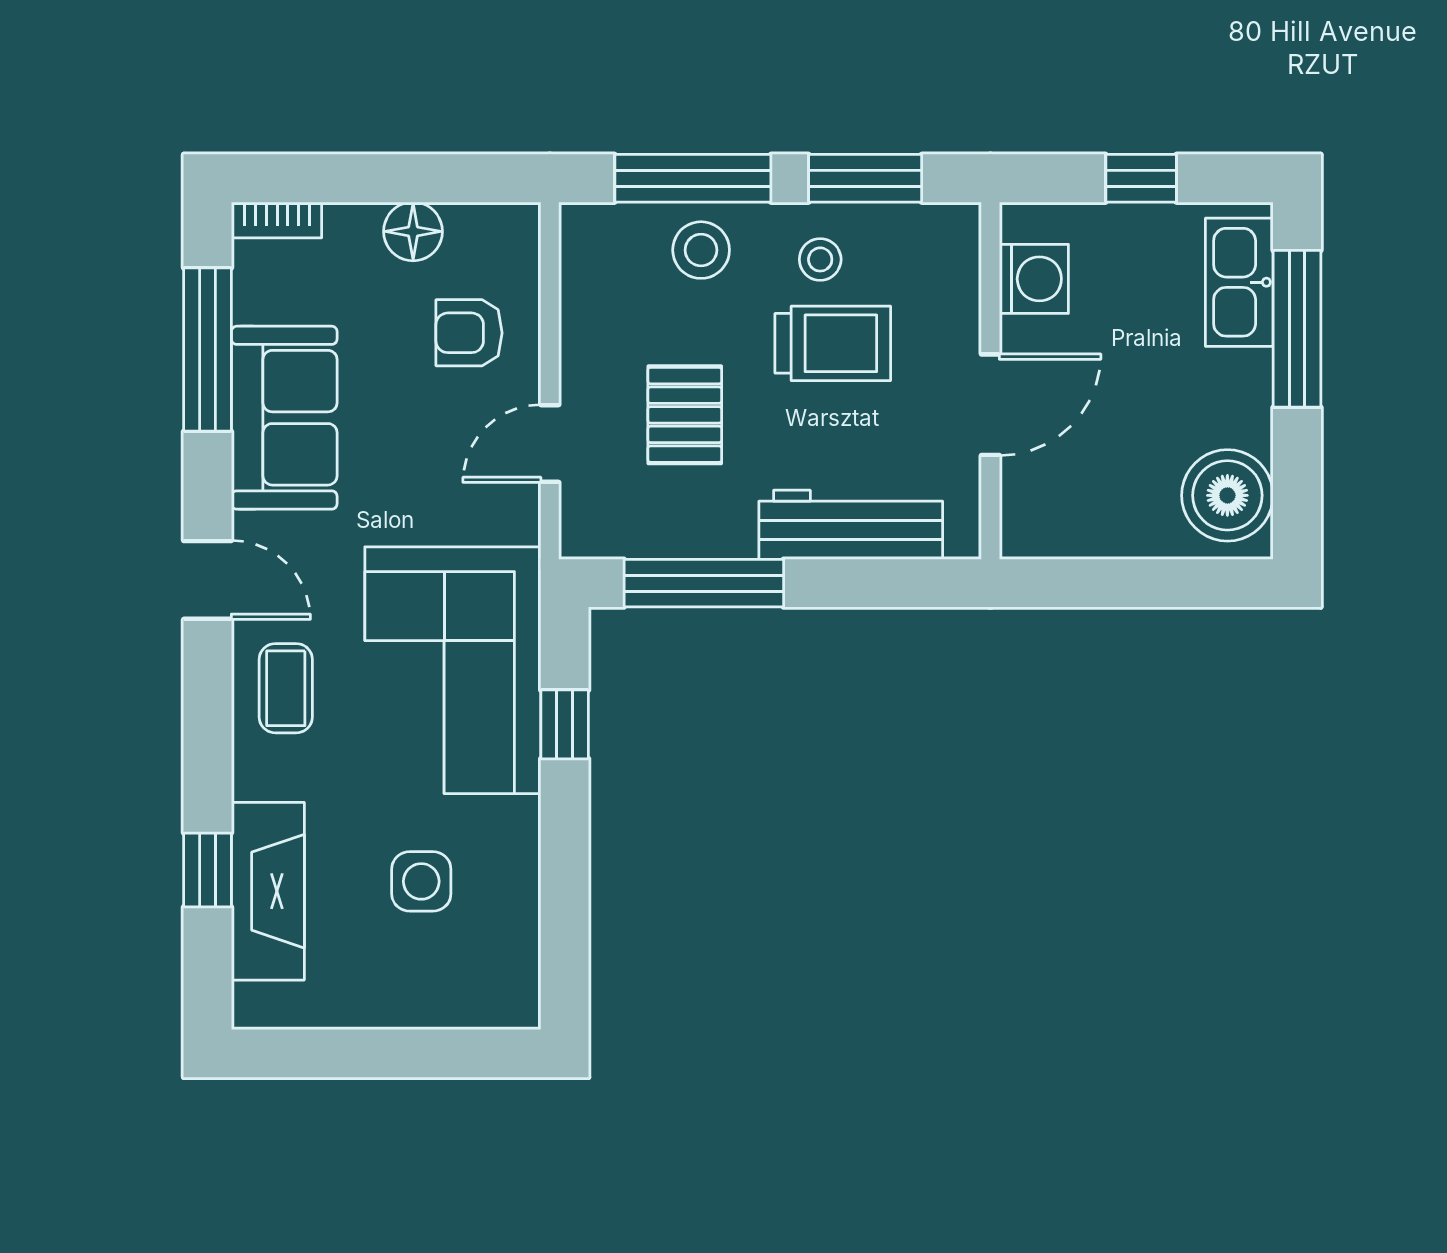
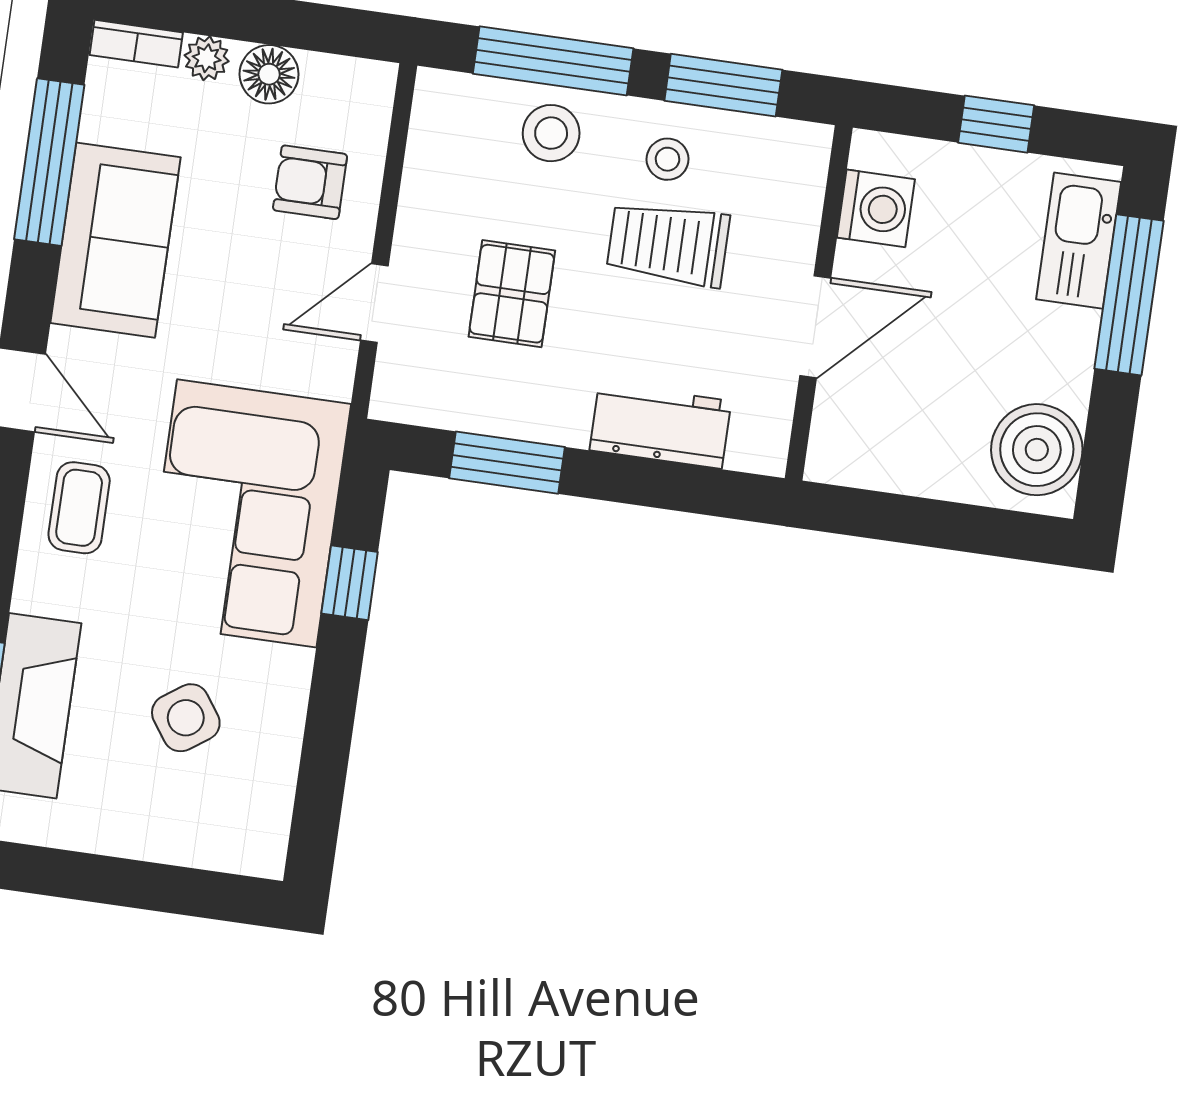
plant: (349, 224) -> (207, 58), added
trolley: (833, 343) -> (668, 244), turned 180
workbench: (851, 525) -> (660, 426), width x0.73
window: (704, 583) -> (507, 463), width x0.69
side table: (421, 881) -> (186, 718), turned -35

